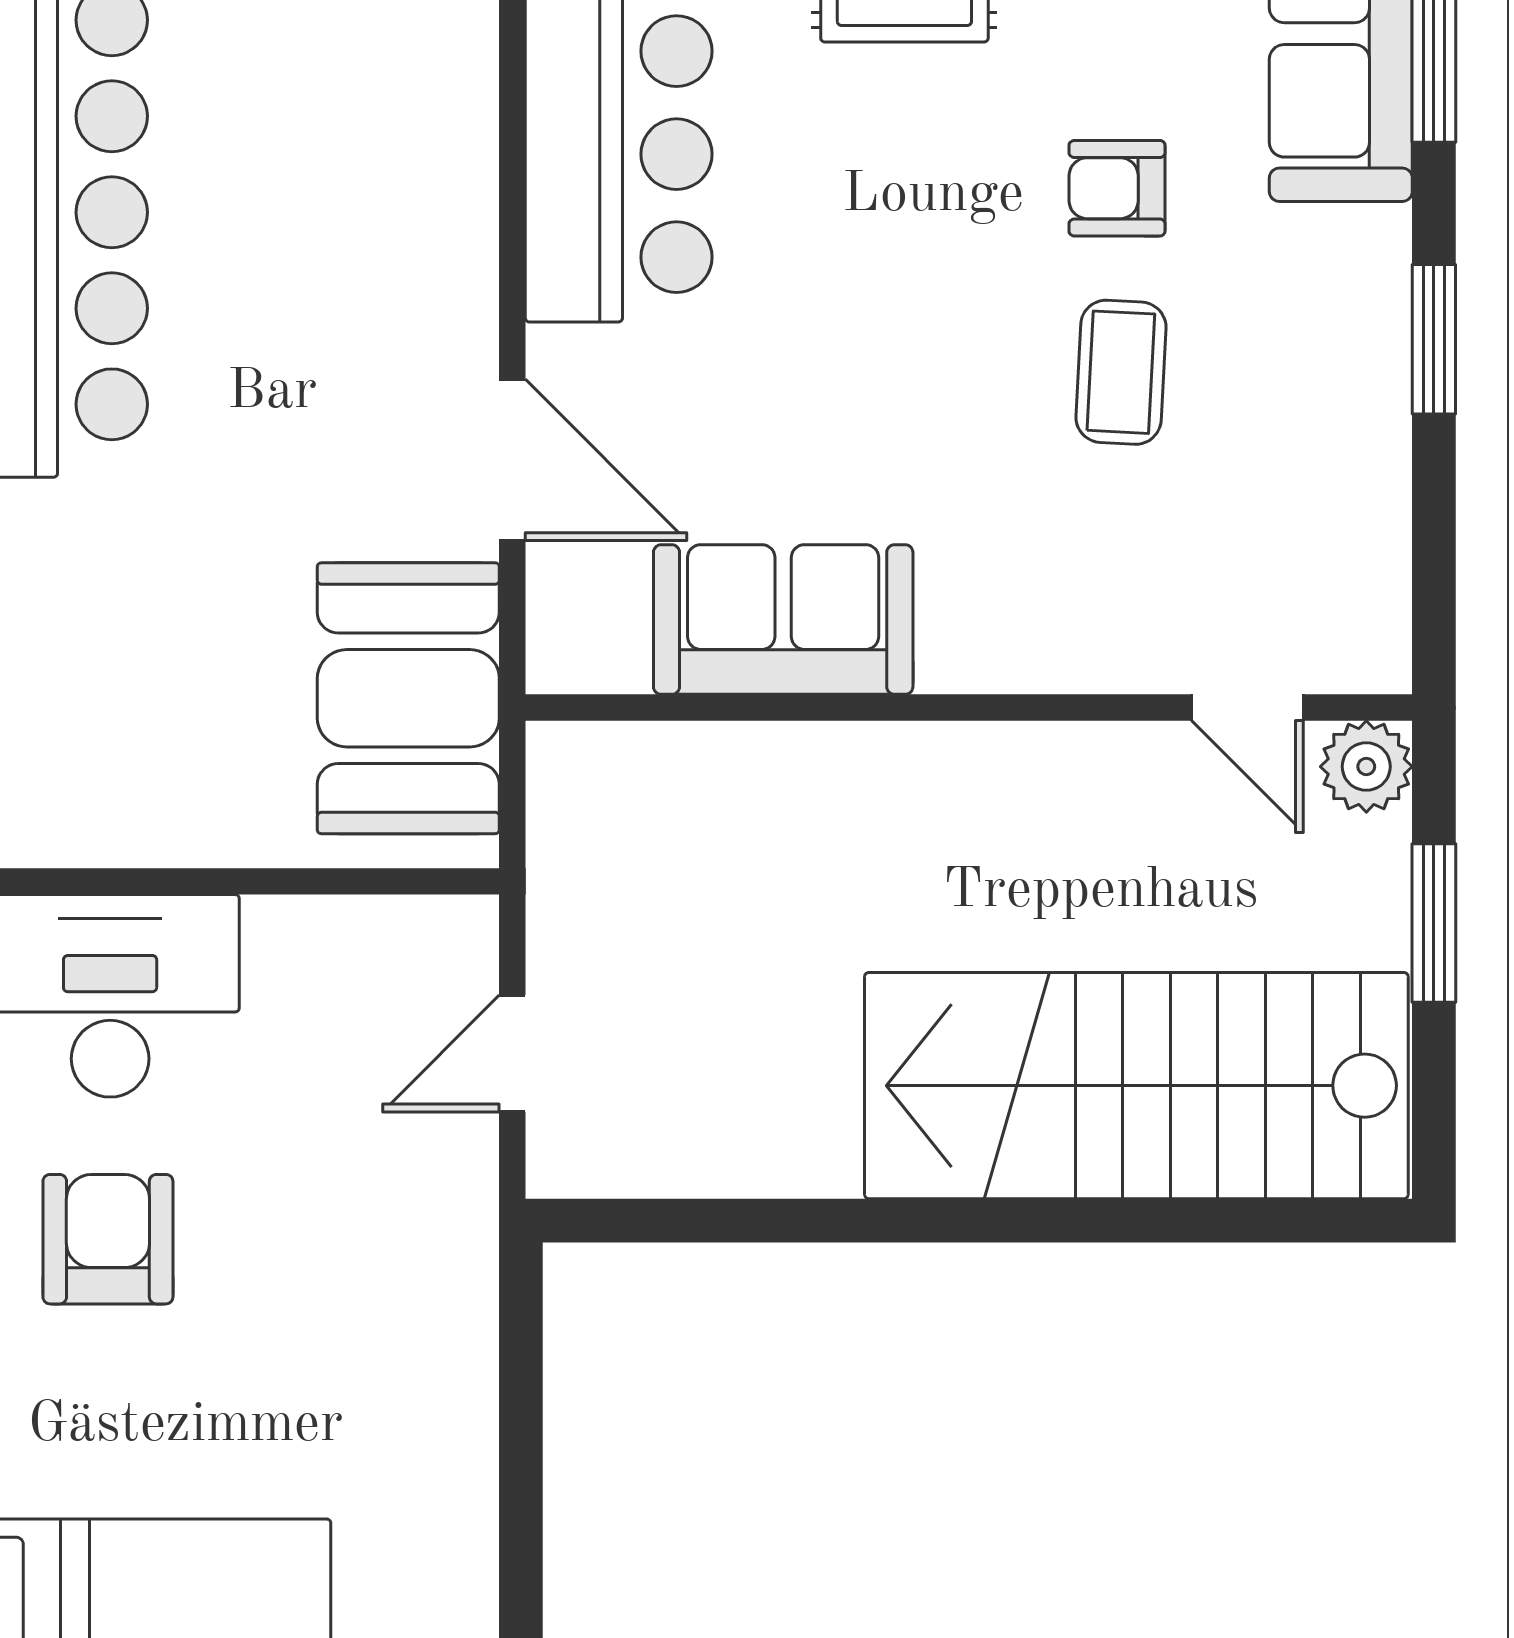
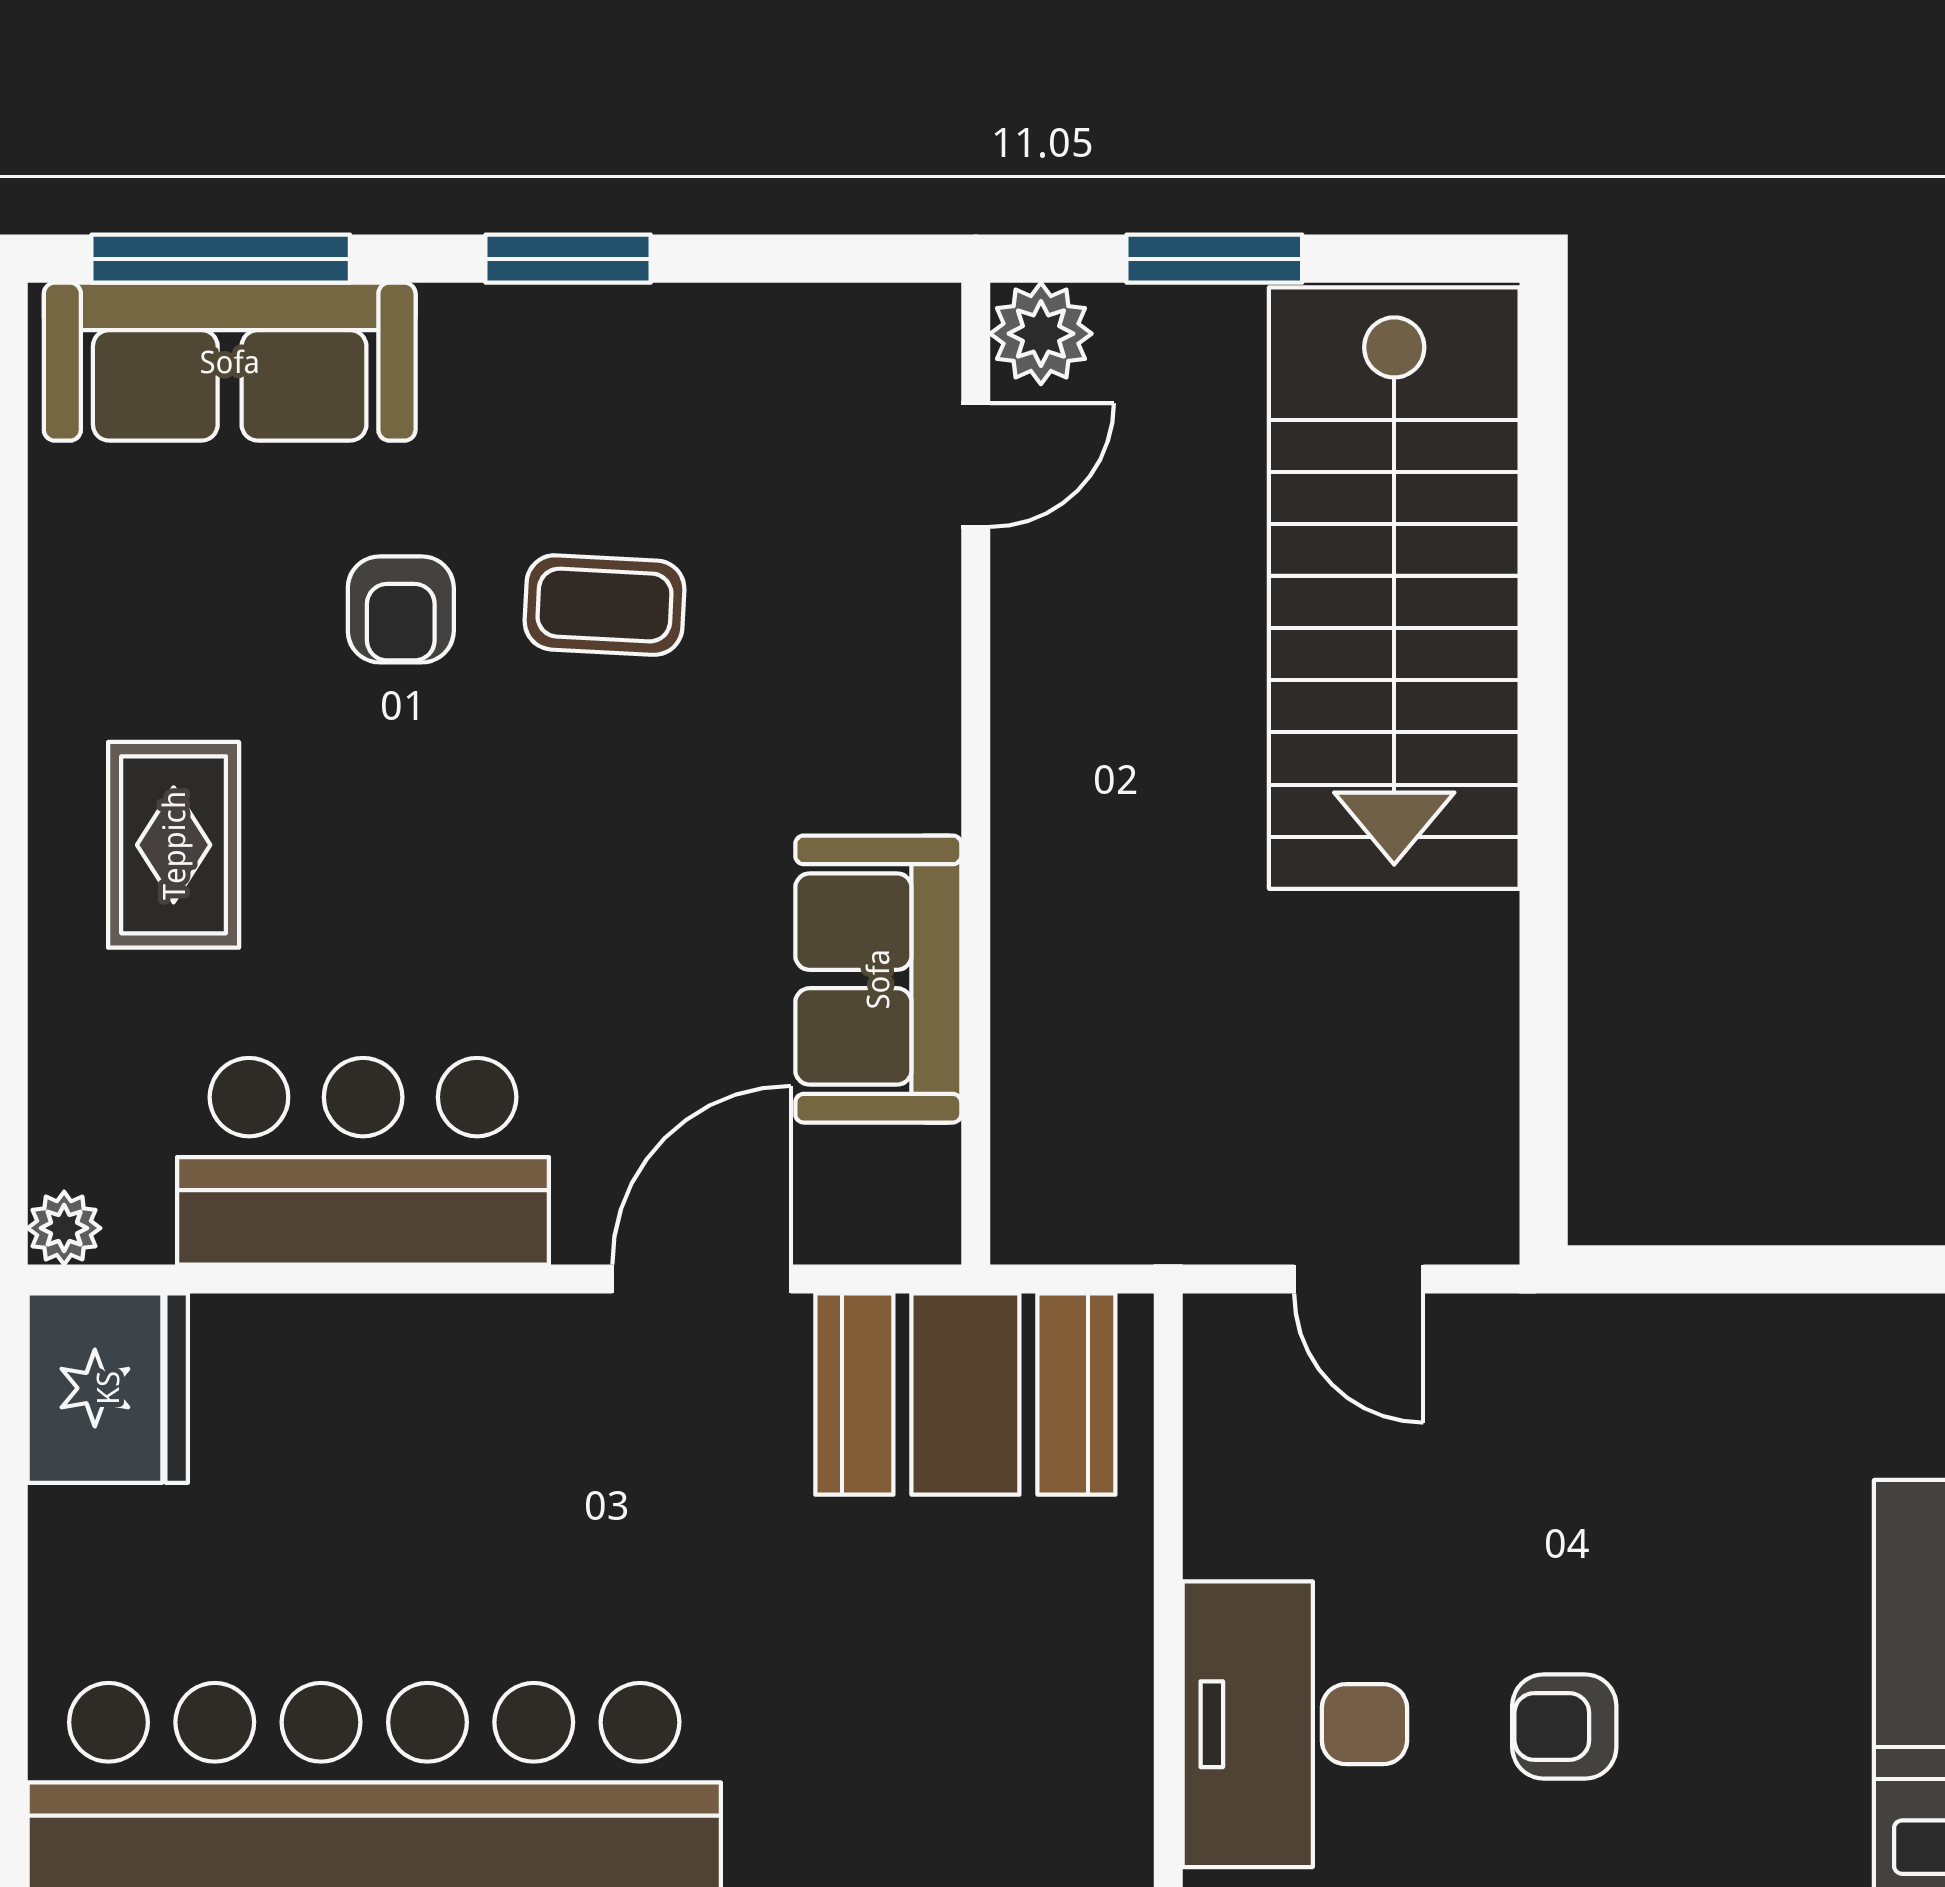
armchair: (108, 1239) -> (1564, 1726), width x0.72, depth x0.72

